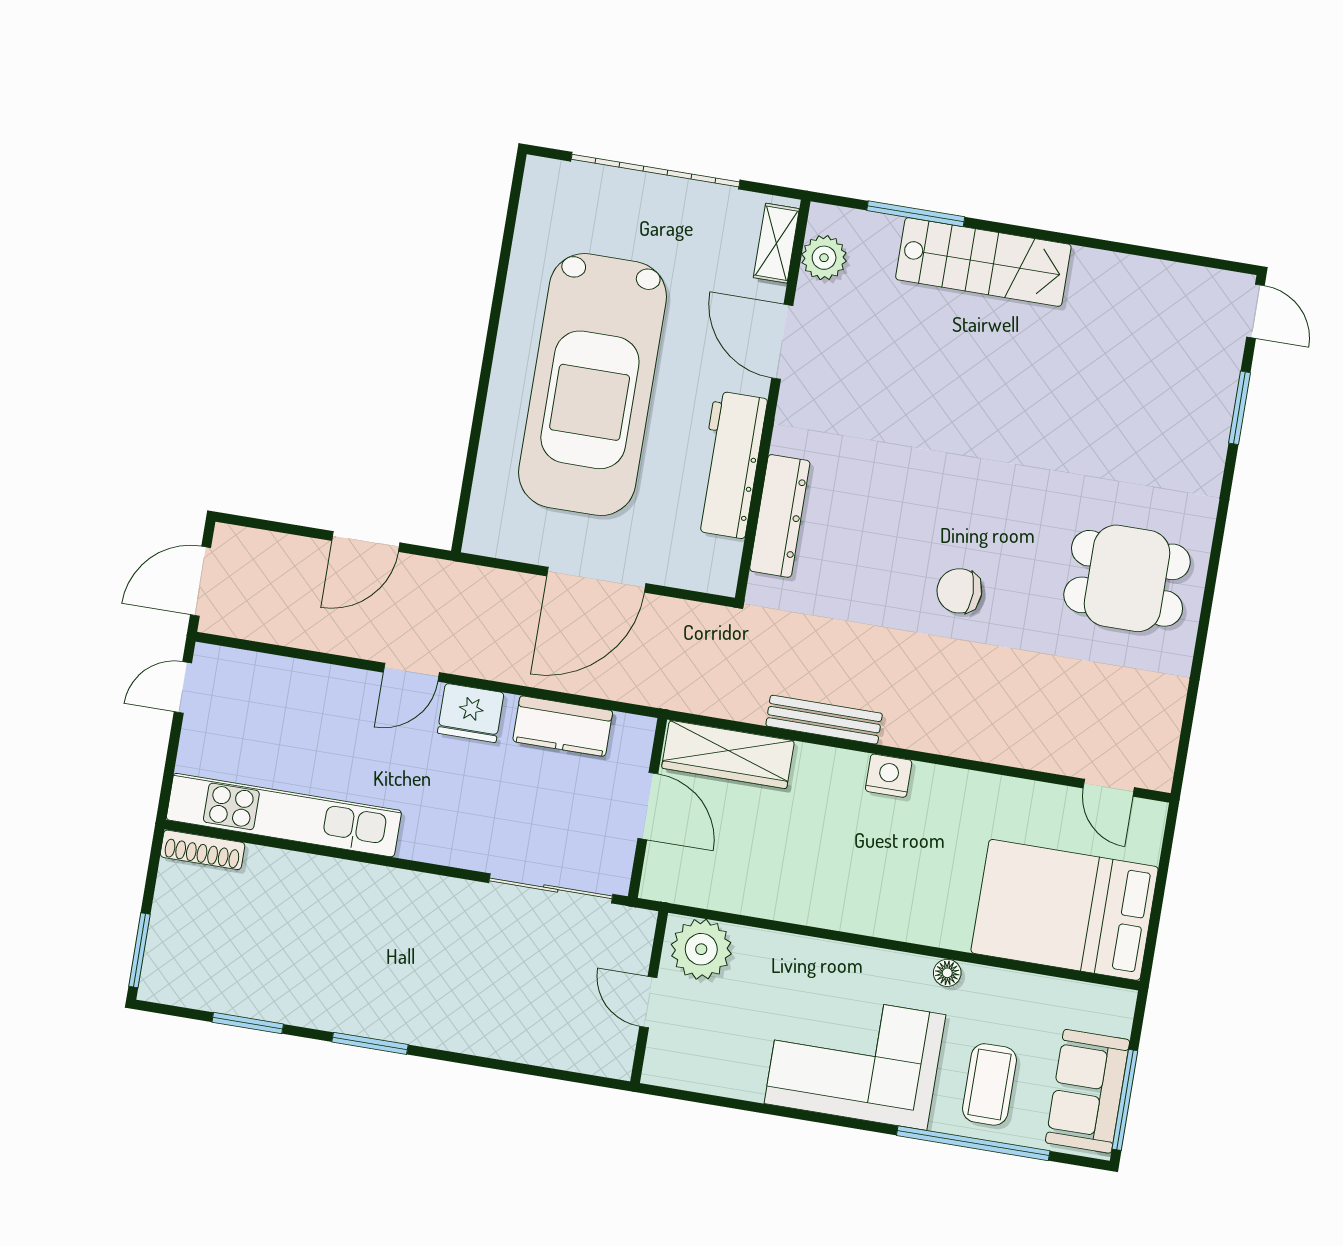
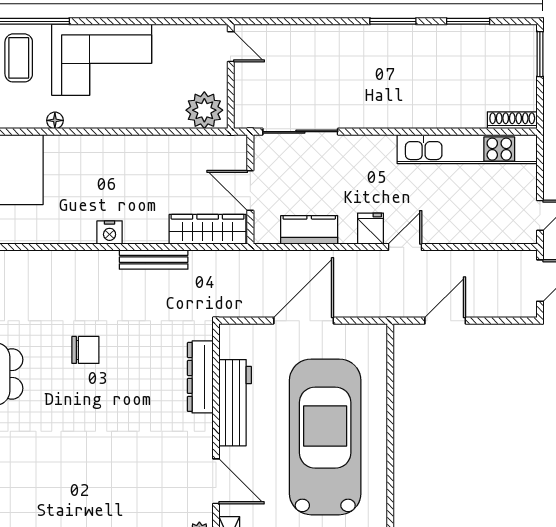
fridge: (471, 713) -> (370, 229), width x0.72
door: (648, 1002) -> (231, 47), moved

